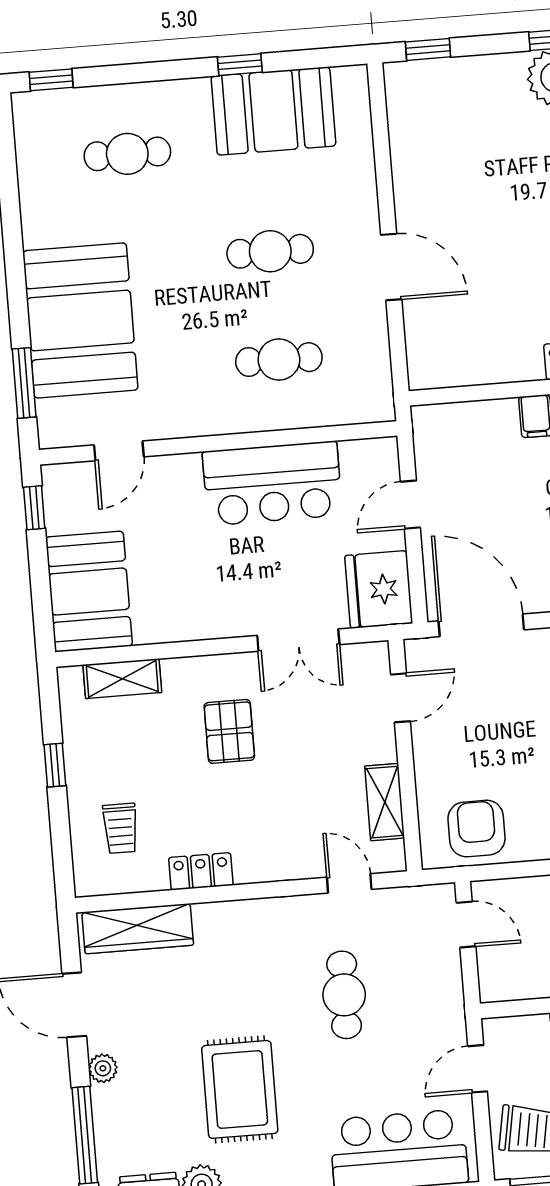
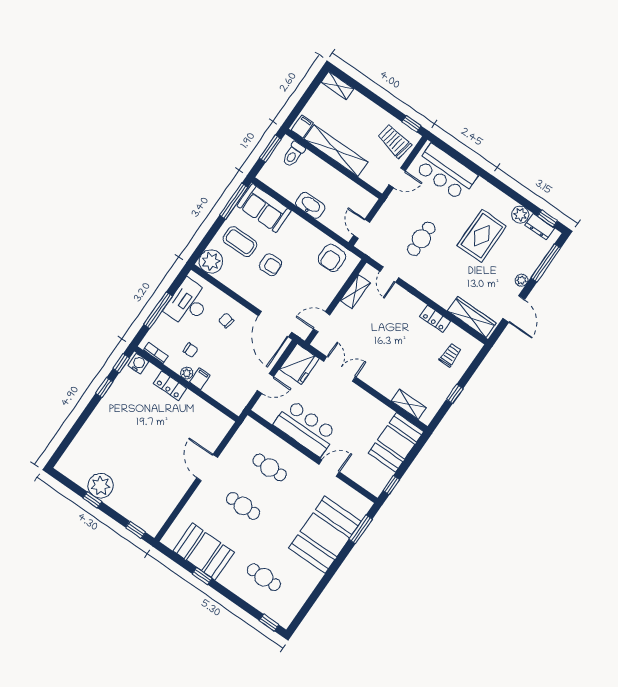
door: (119, 451) -> (329, 468), moved
pallet: (229, 731) -> (388, 358), removed

